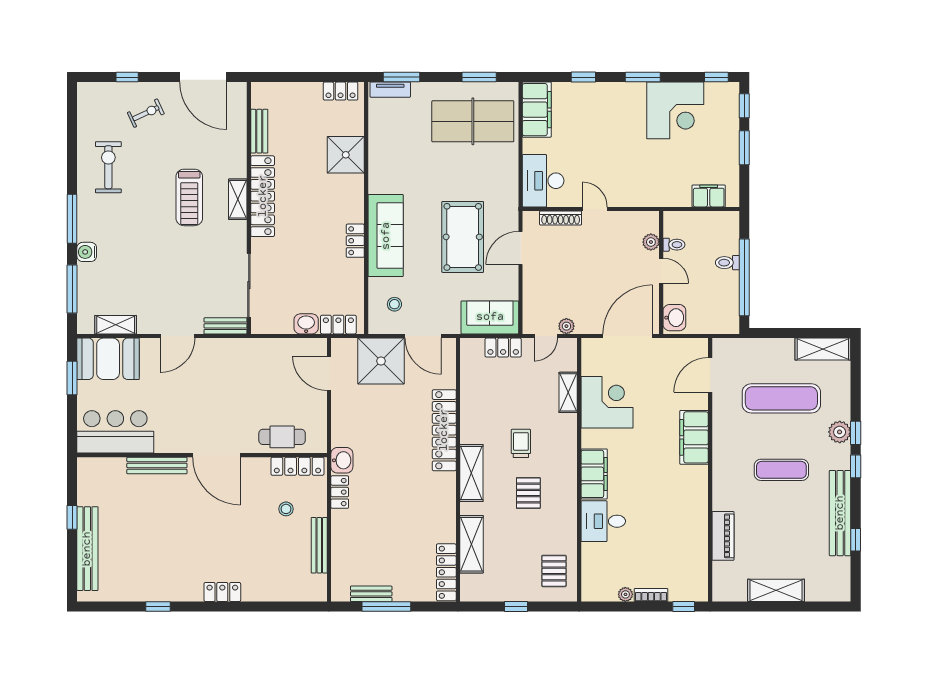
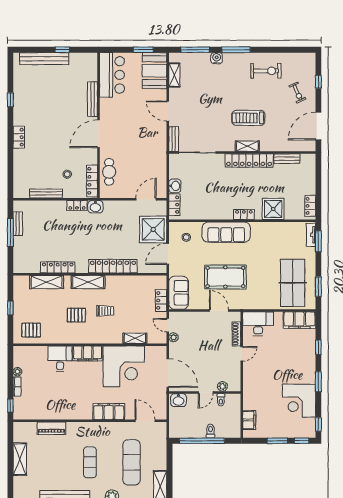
locker: (355, 241) -> (244, 214), moved
corner desk: (607, 402) -> (124, 366), width x1.36, depth x1.36
locker: (446, 572) -> (58, 267), moved

